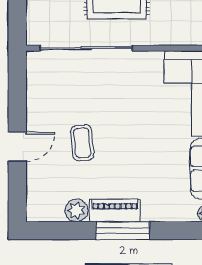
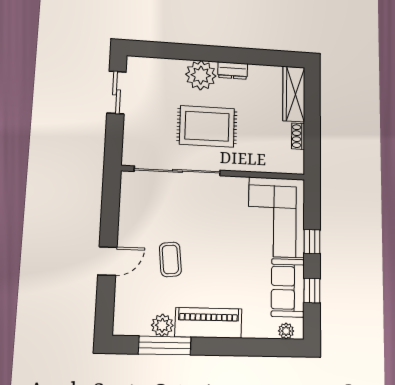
piano: (115, 211) -> (208, 323), width x1.37, depth x1.33
window: (123, 230) -> (165, 345), moved

